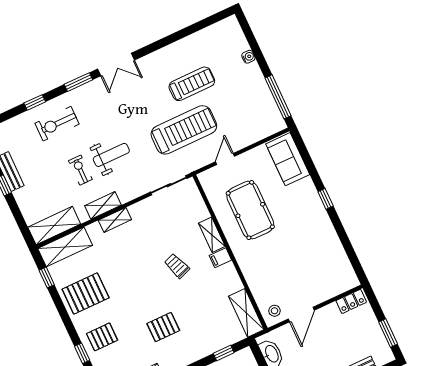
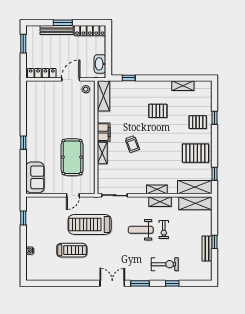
treadmill: (192, 84) -> (72, 250), turned 180
window: (278, 97) -> (23, 218), width x0.46
filing cabinet: (220, 258) -> (104, 132), width x2.00
locker: (351, 301) -> (42, 73), width x1.53

